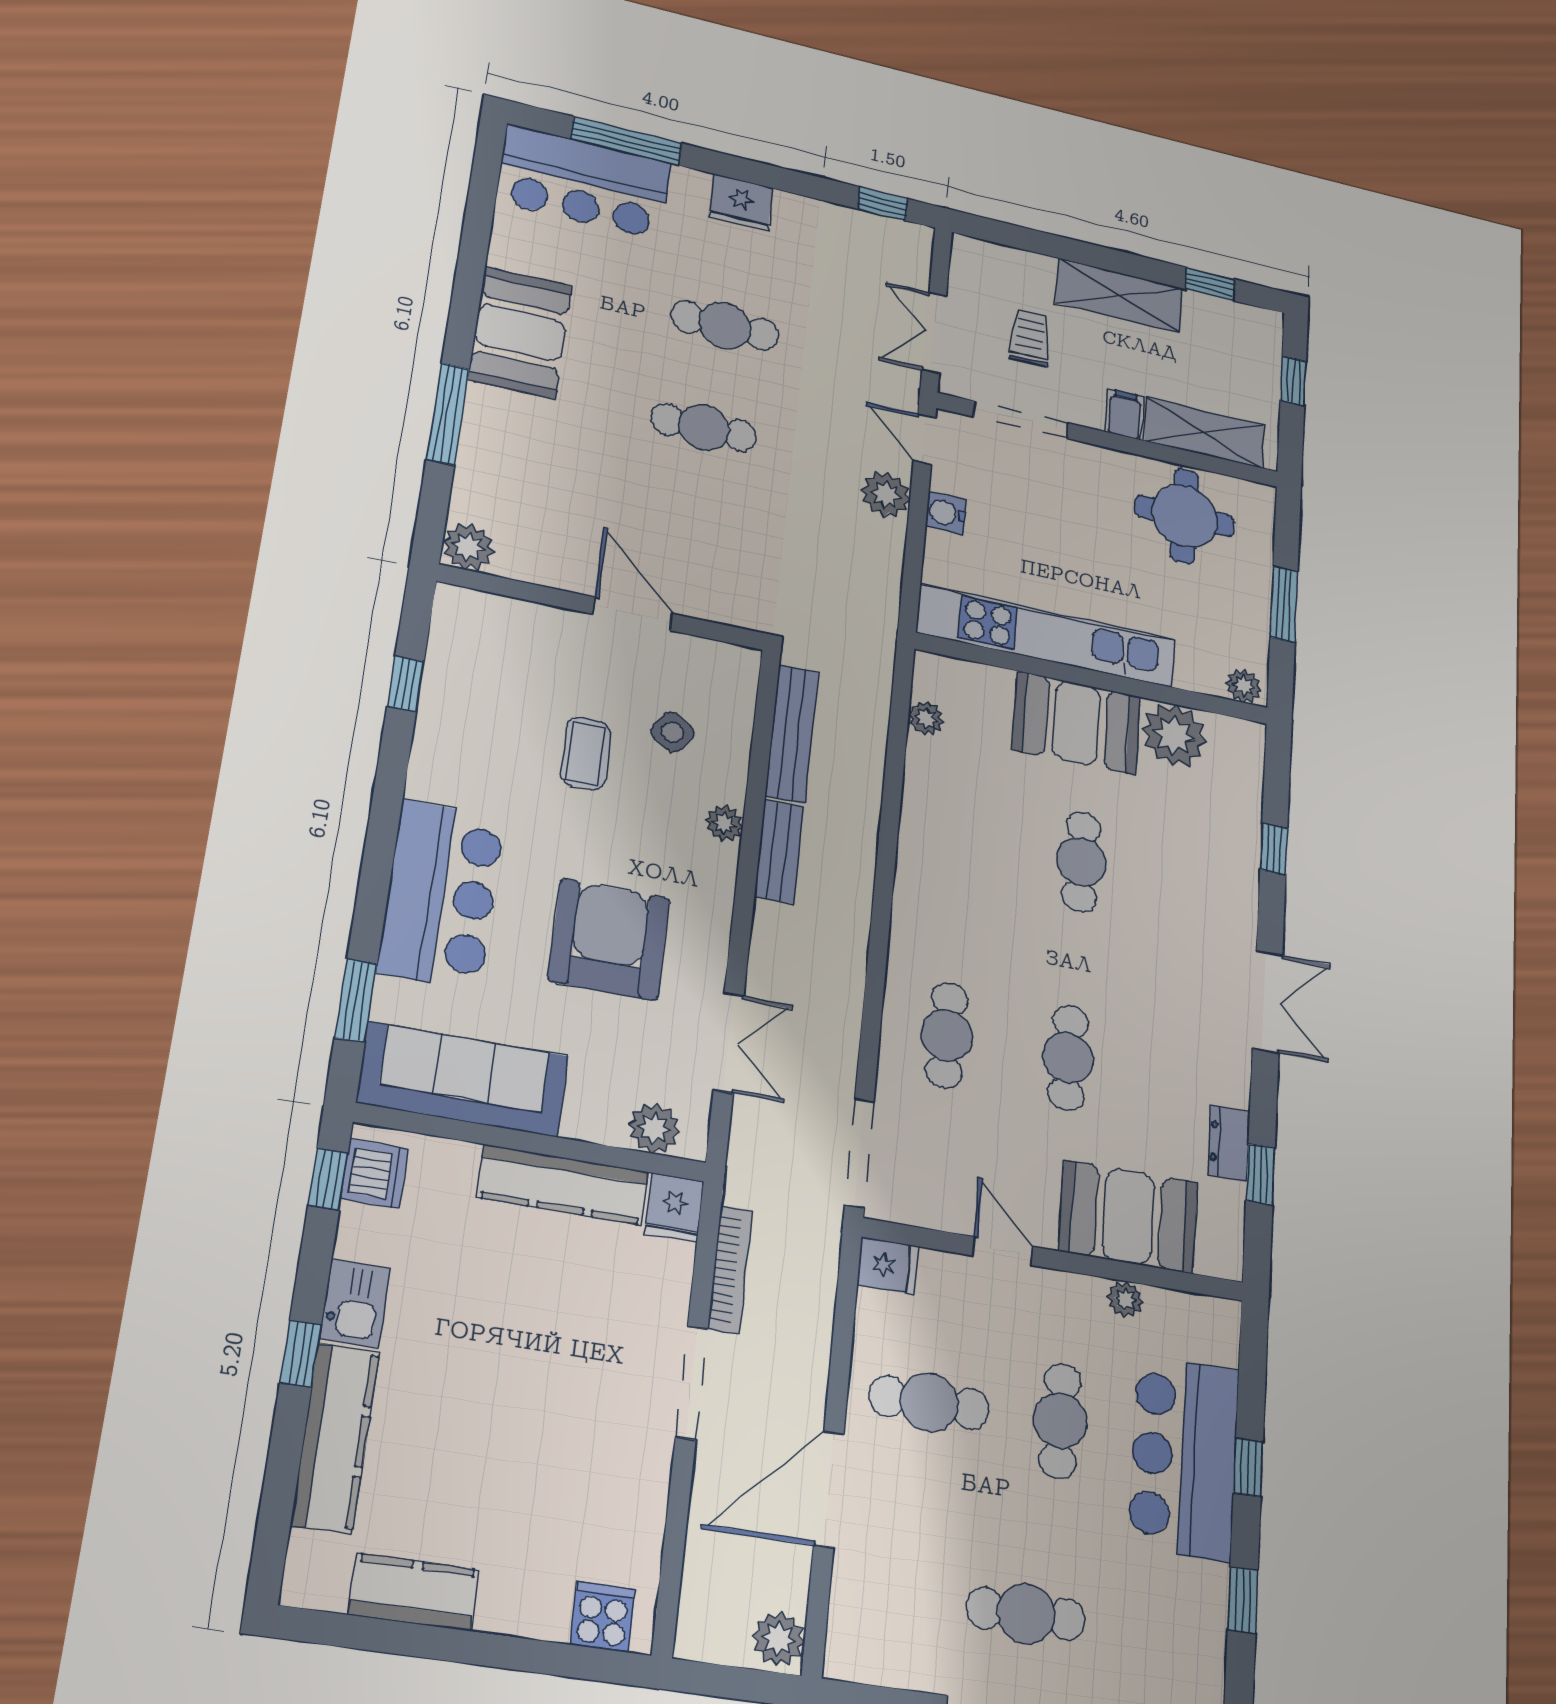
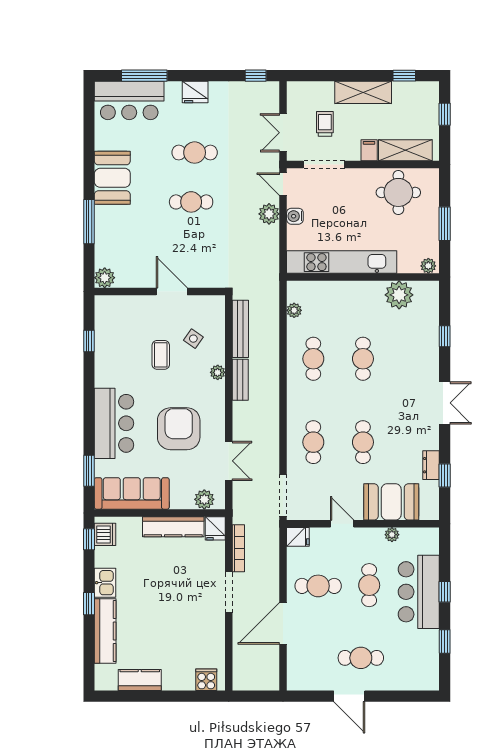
booth: (1076, 723) -> (357, 298), removed
cafe table: (963, 838) -> (313, 359), added
plant: (779, 1639) -> (270, 679), removed

